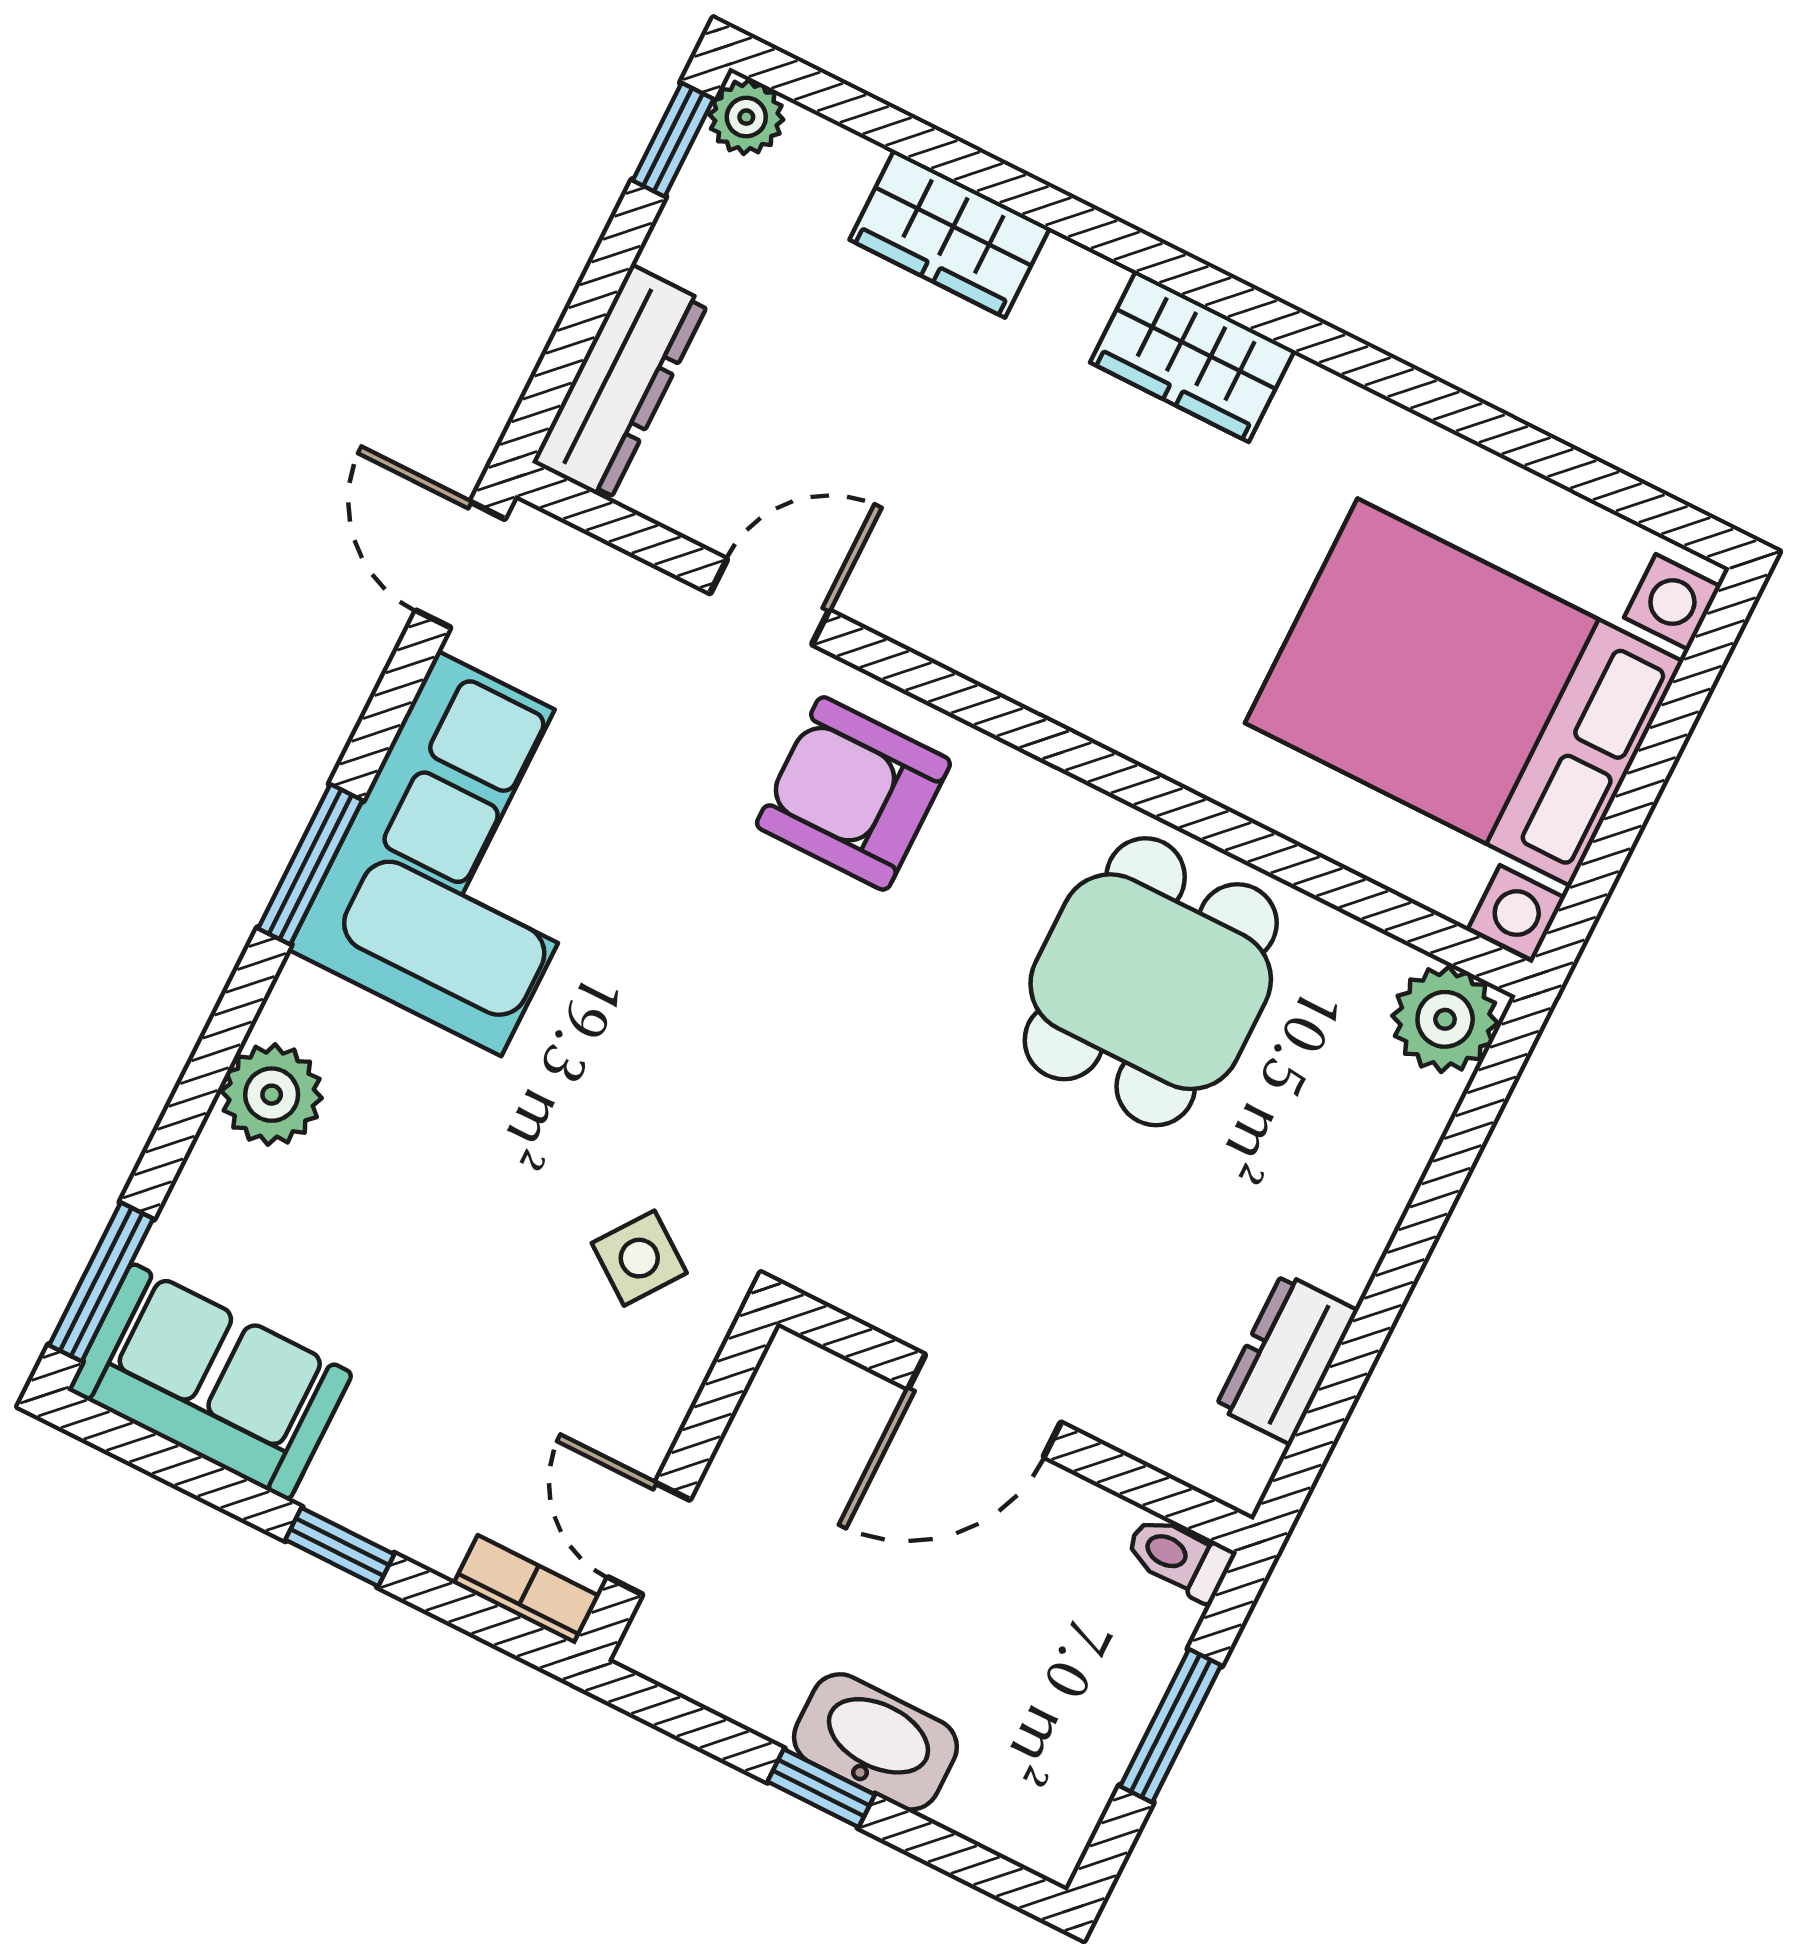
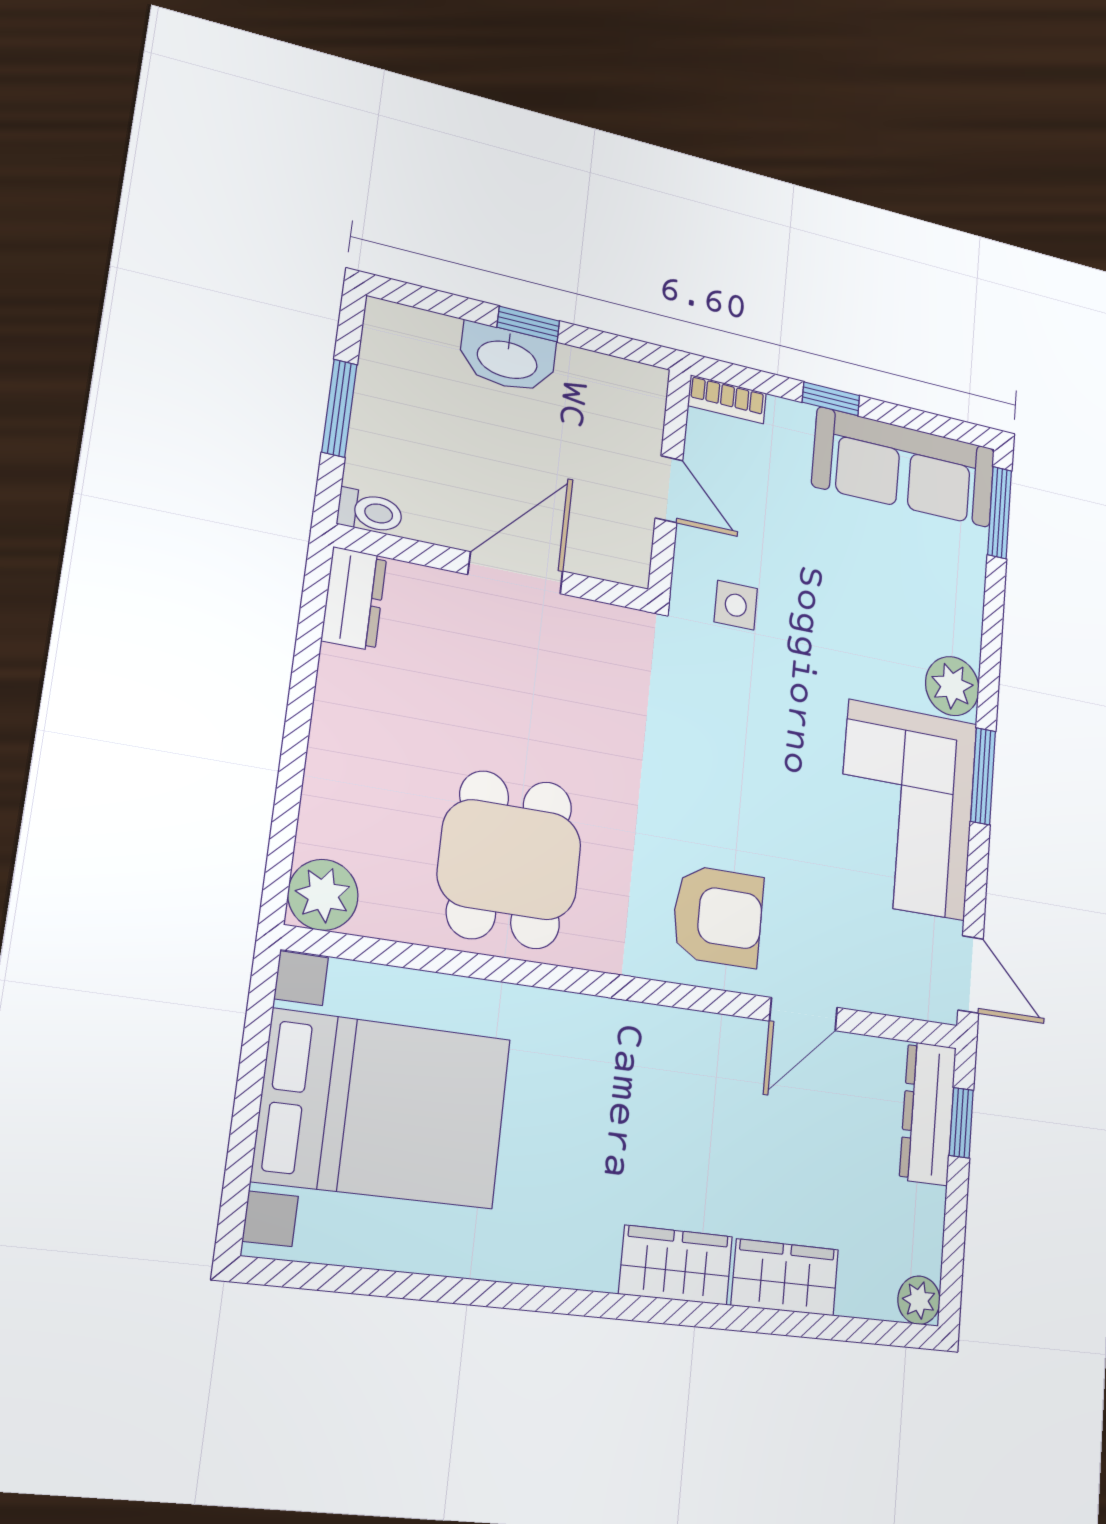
window: (673, 140) -> (961, 1123), moved
wardrobe: (1192, 356) -> (676, 1265), moved
plant: (272, 1095) -> (952, 686), moved
side table: (639, 1258) -> (736, 605), turned -36
dresser: (1287, 1359) -> (354, 599), moved
sofa: (210, 1382) -> (904, 467), width x1.36
door: (649, 1539) -> (669, 489), moved

